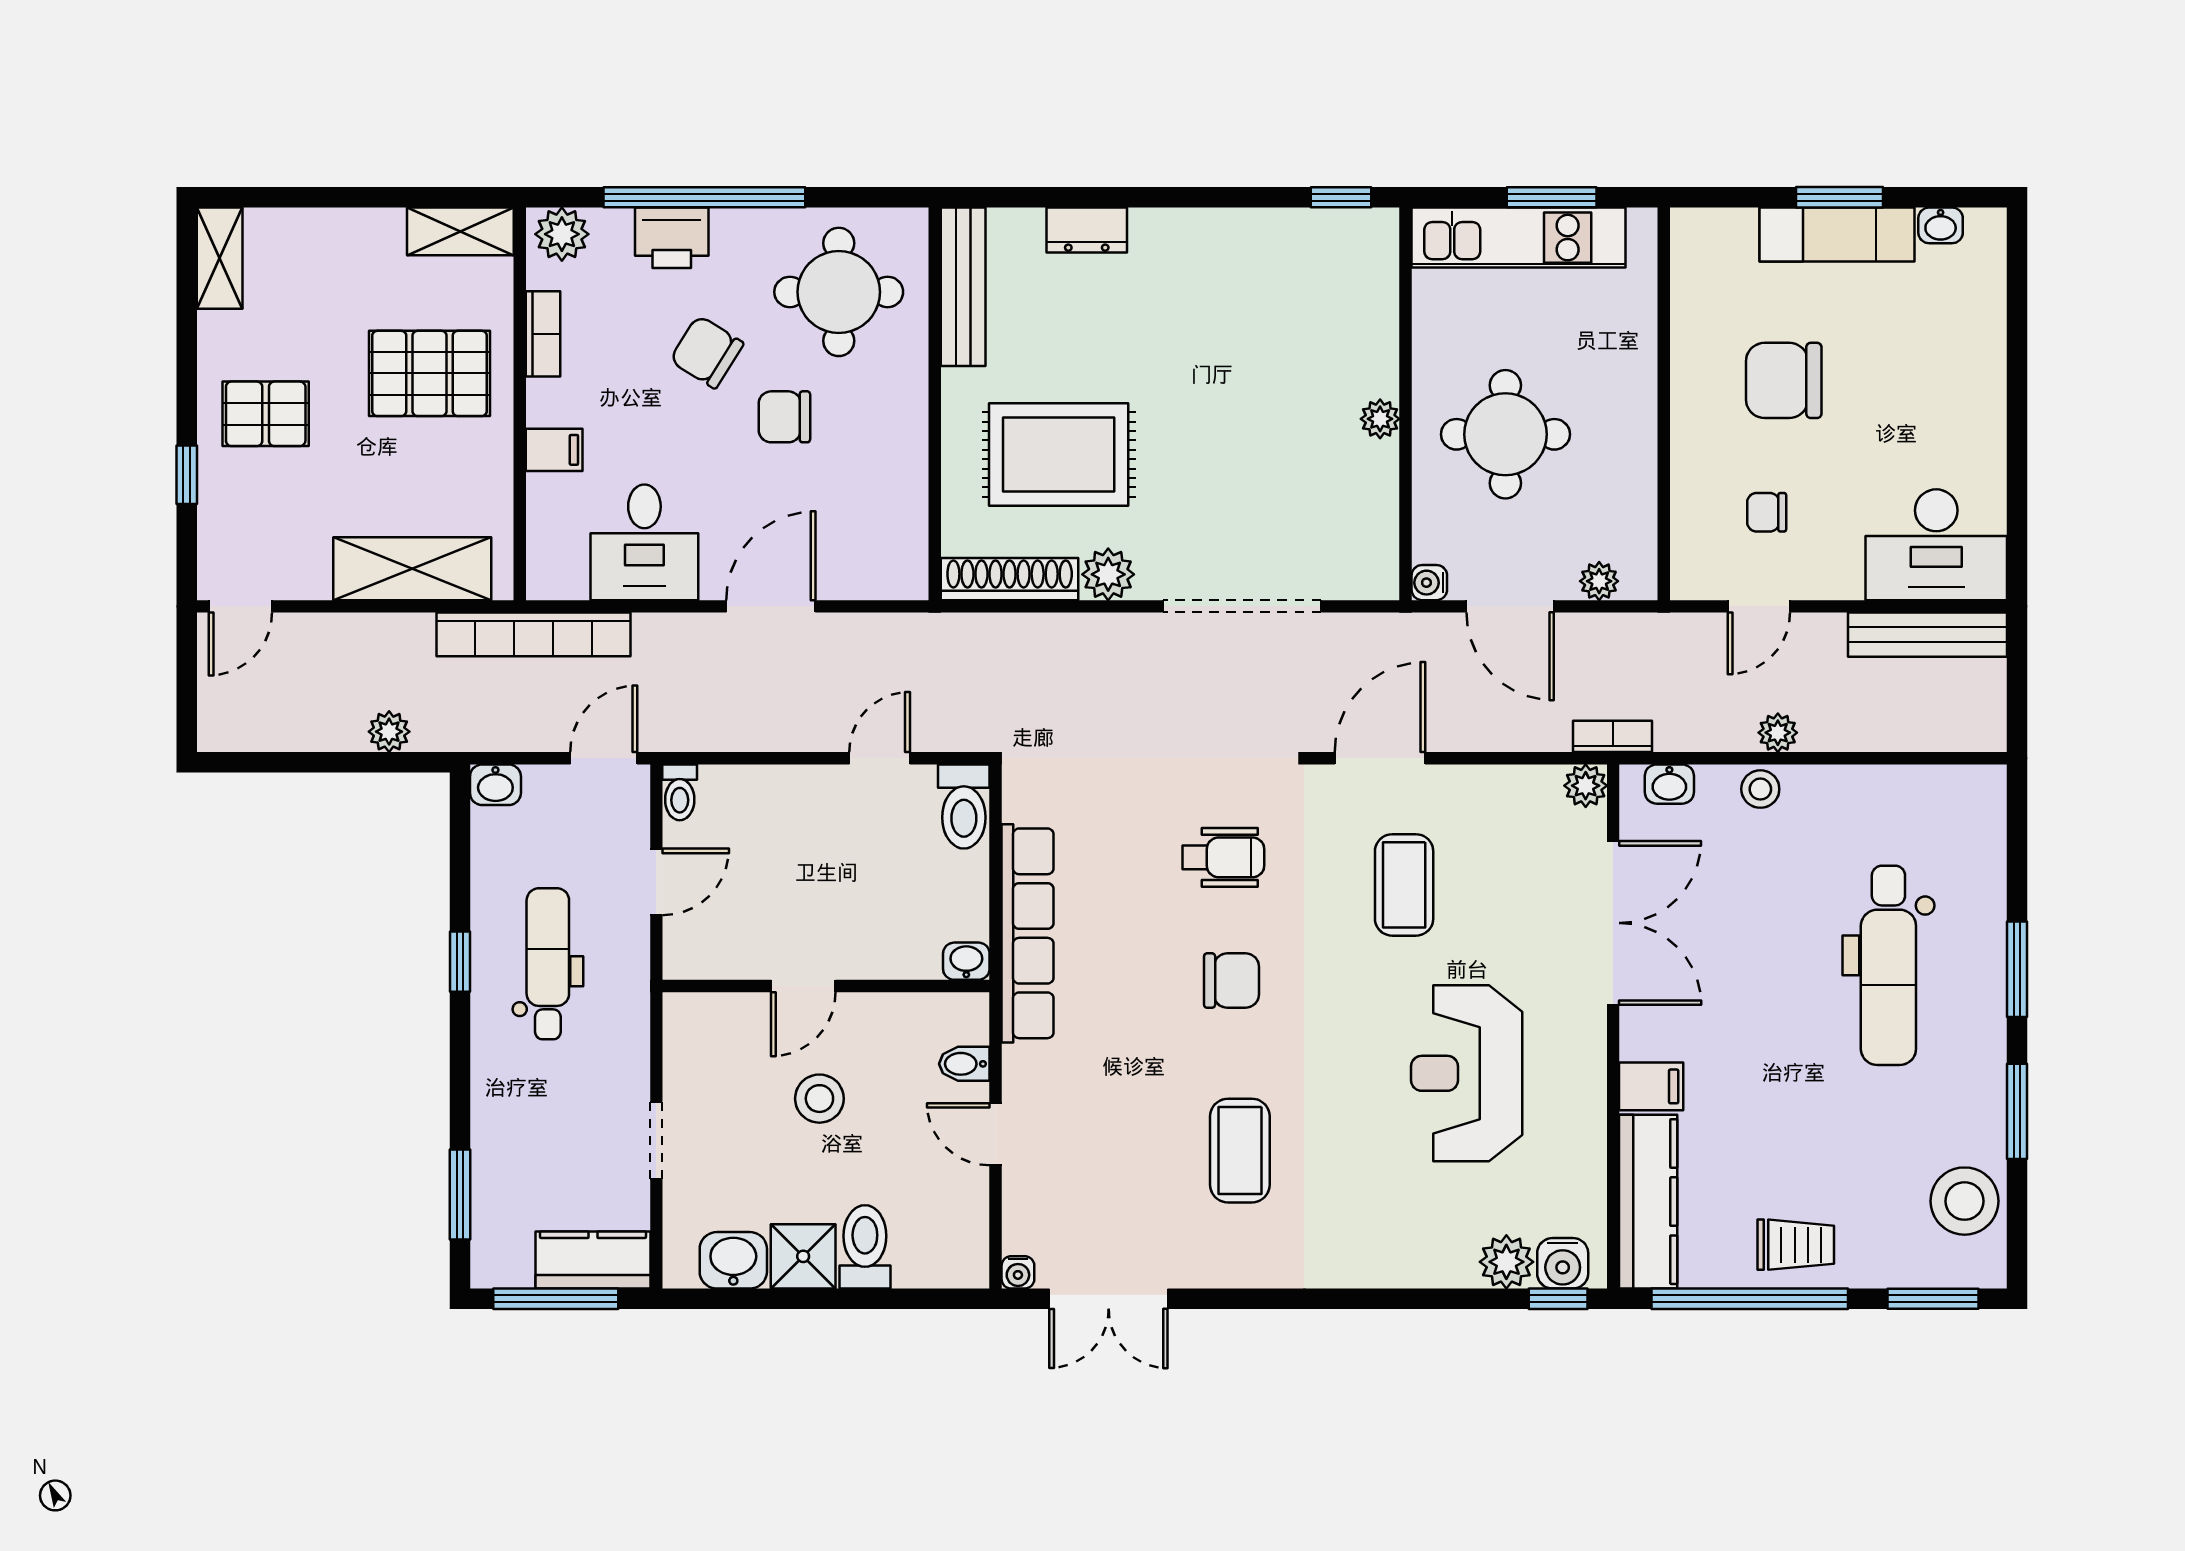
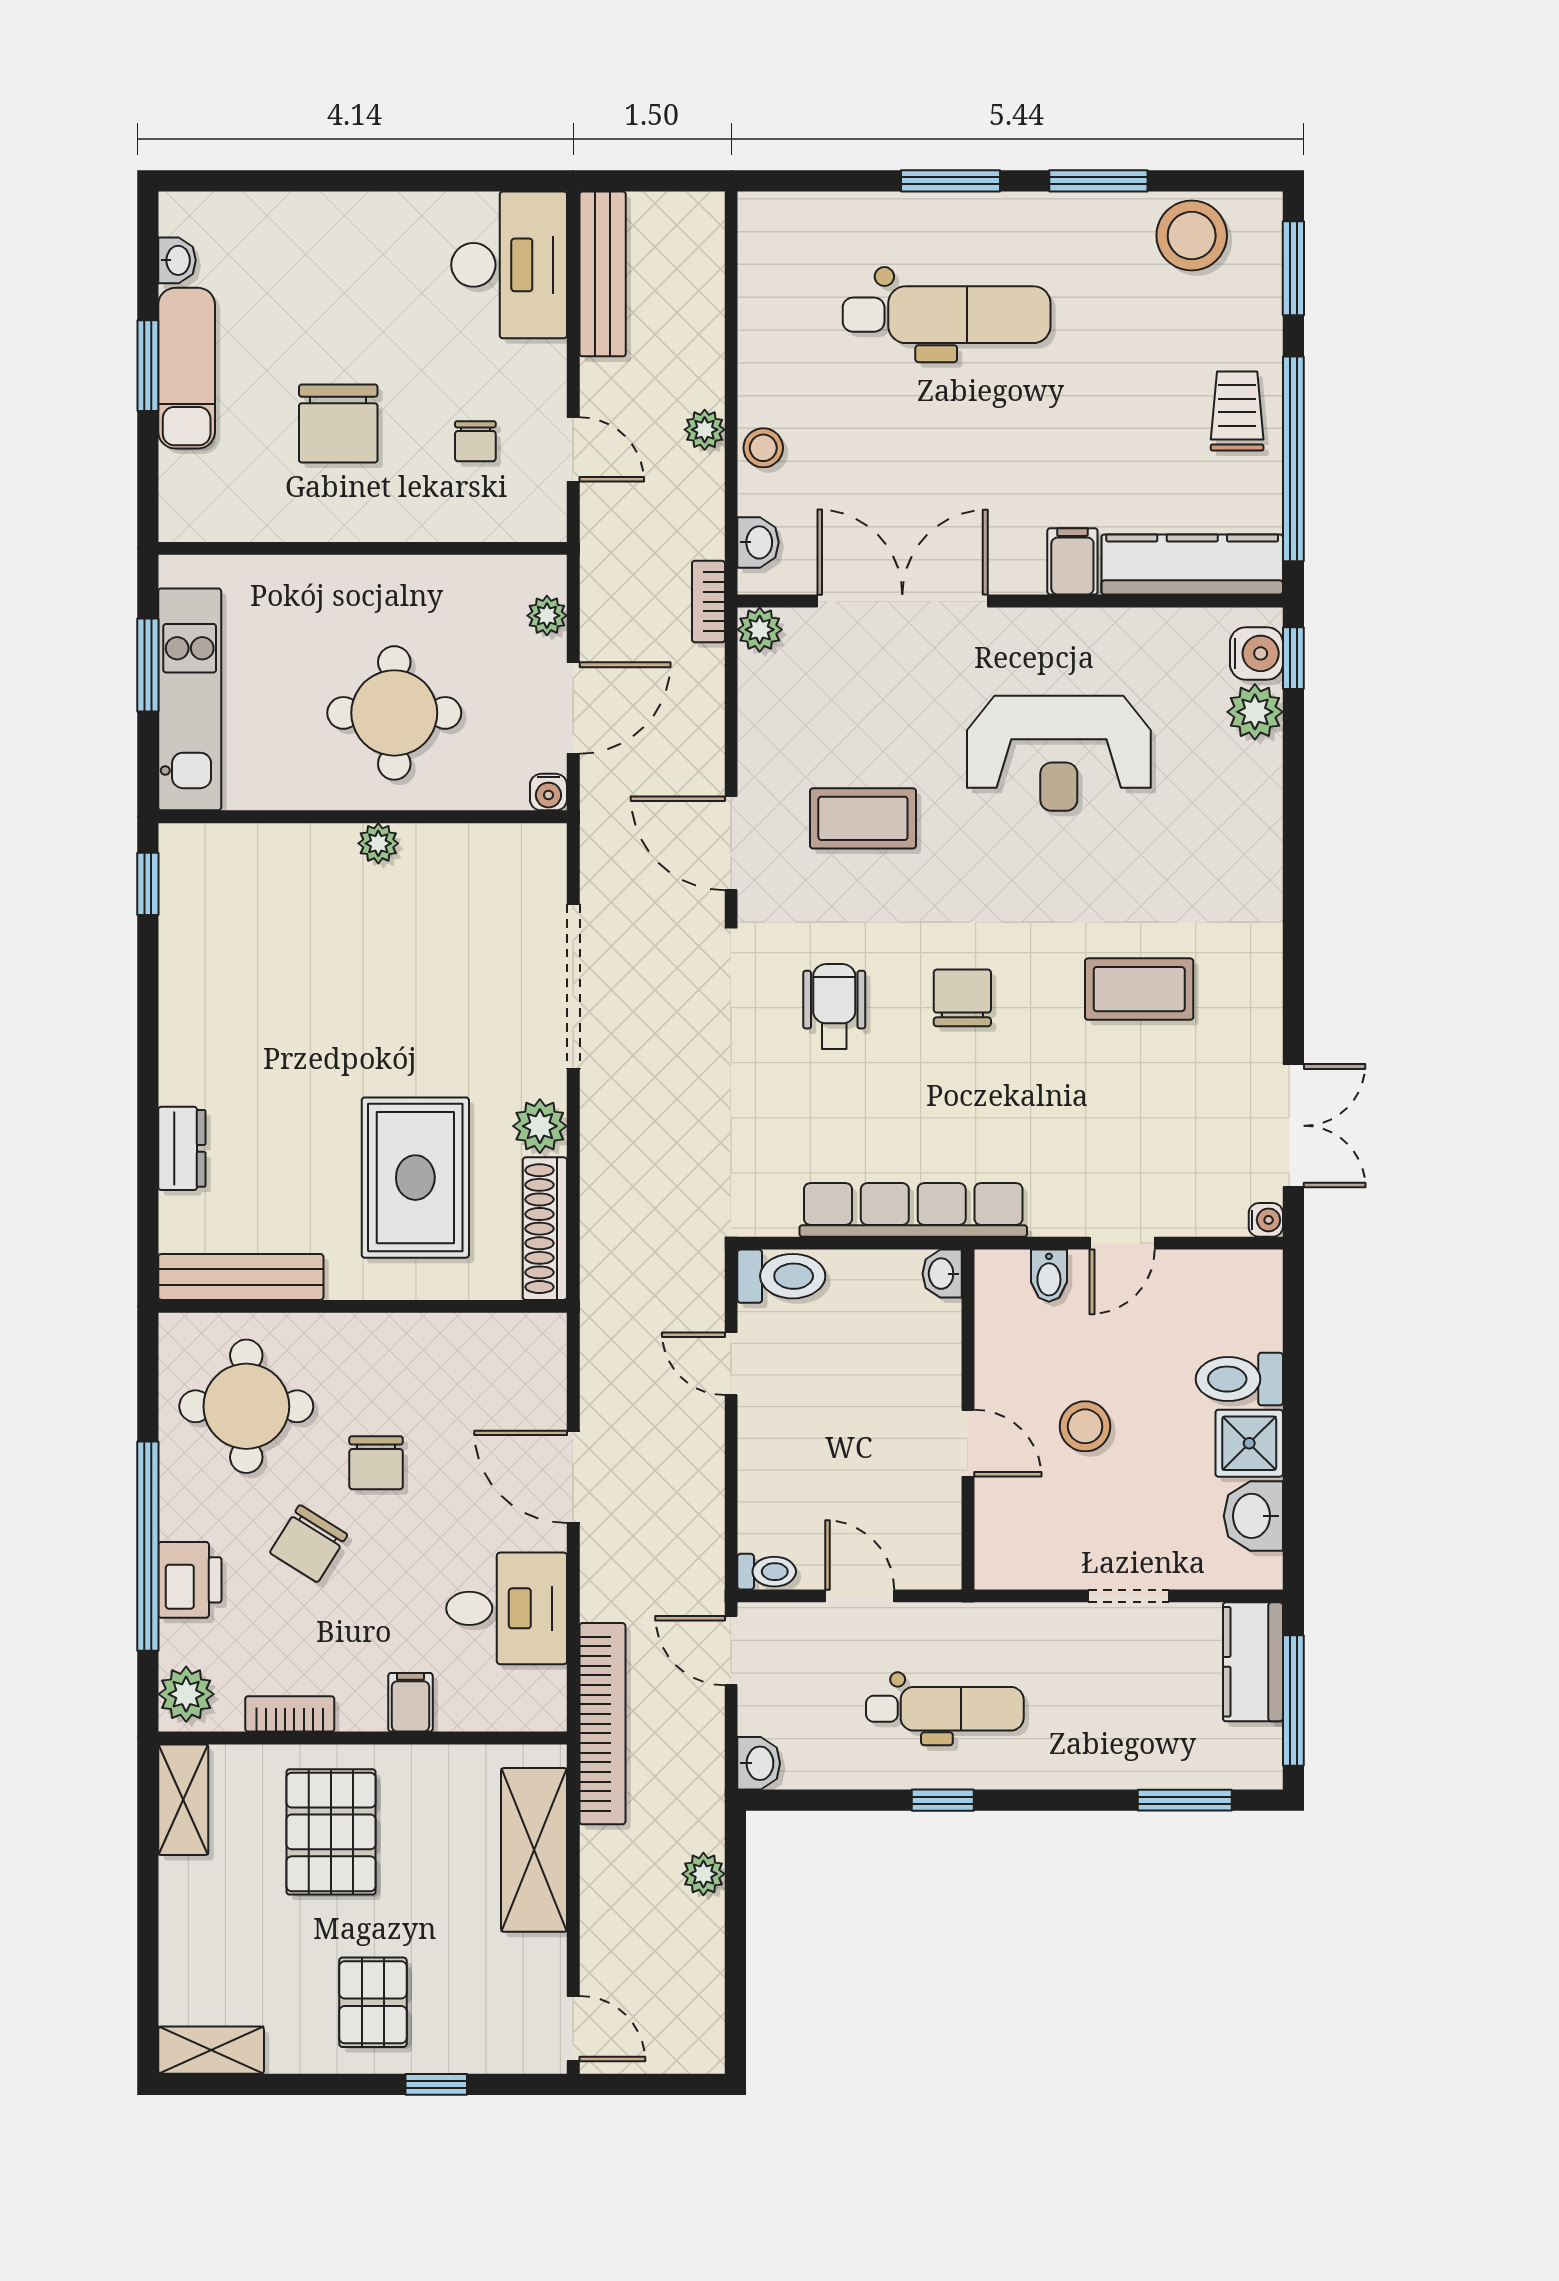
dental chair: (548, 964) -> (945, 1709), turned 180

